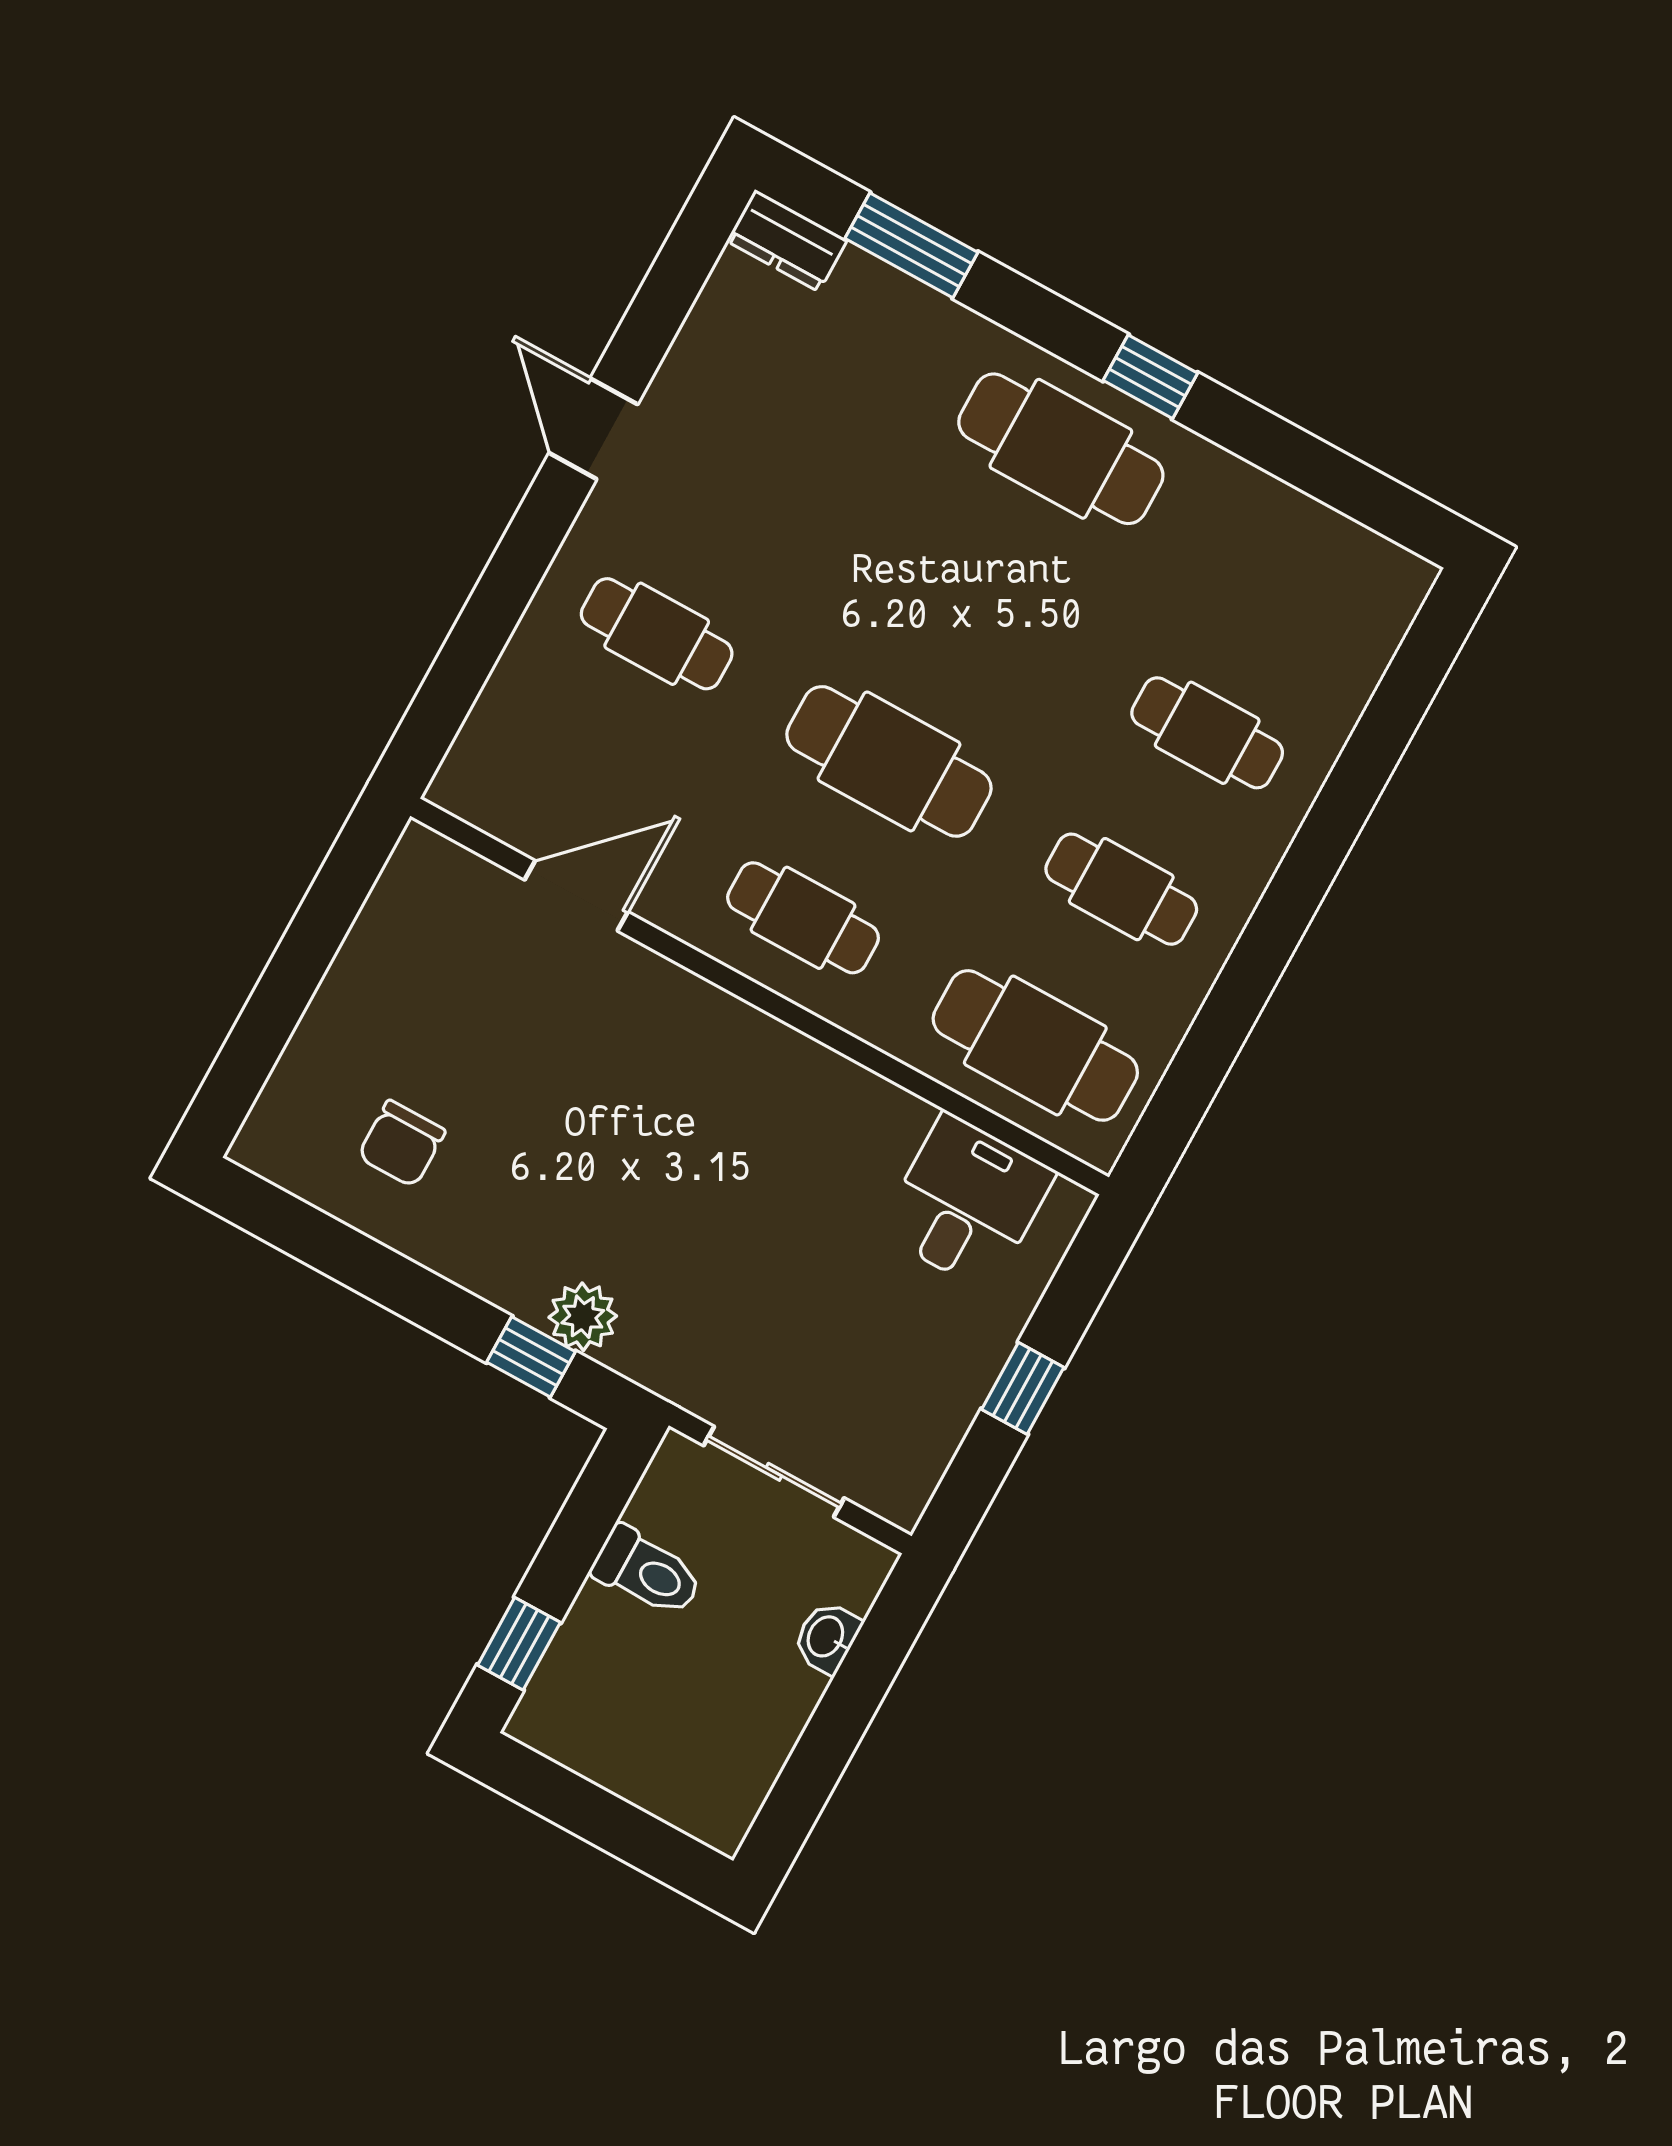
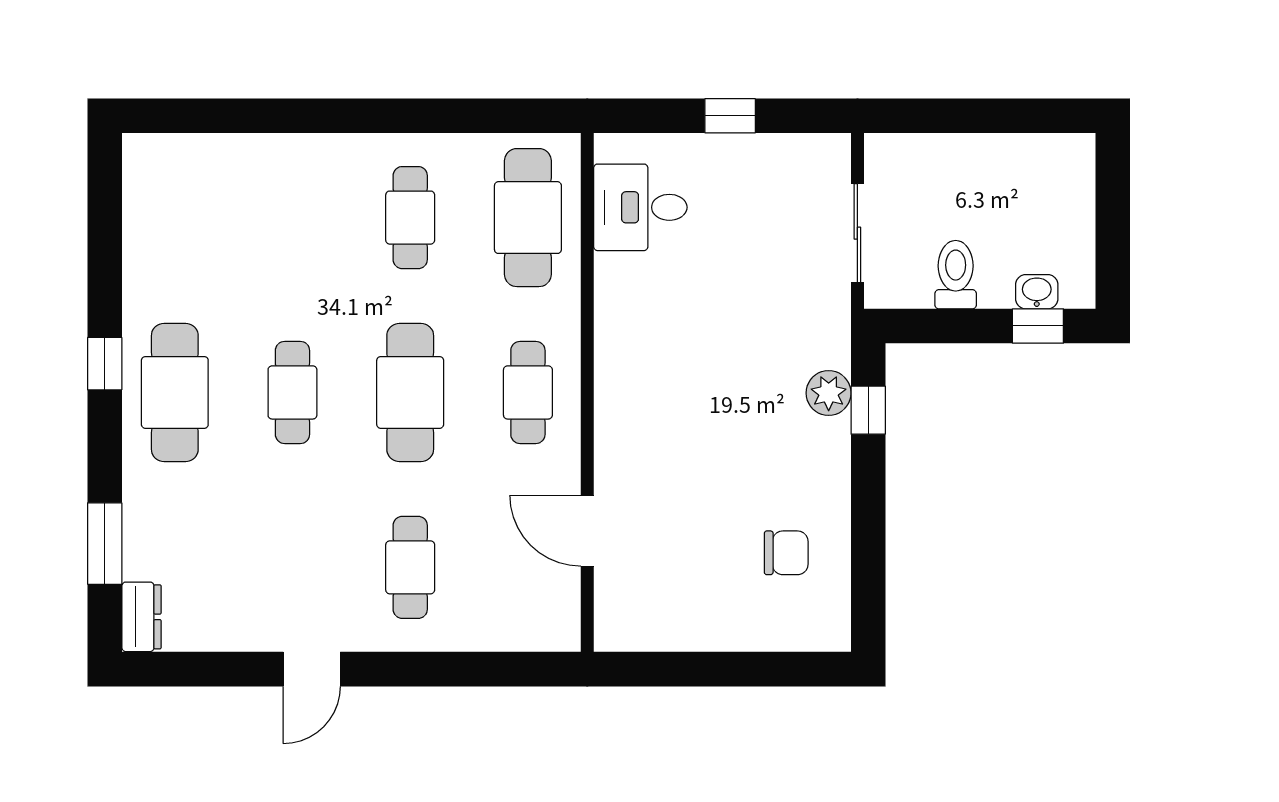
cafe table: (1207, 733) -> (292, 392), moved
washbasin: (827, 1637) -> (1037, 292), moved, turned 180

